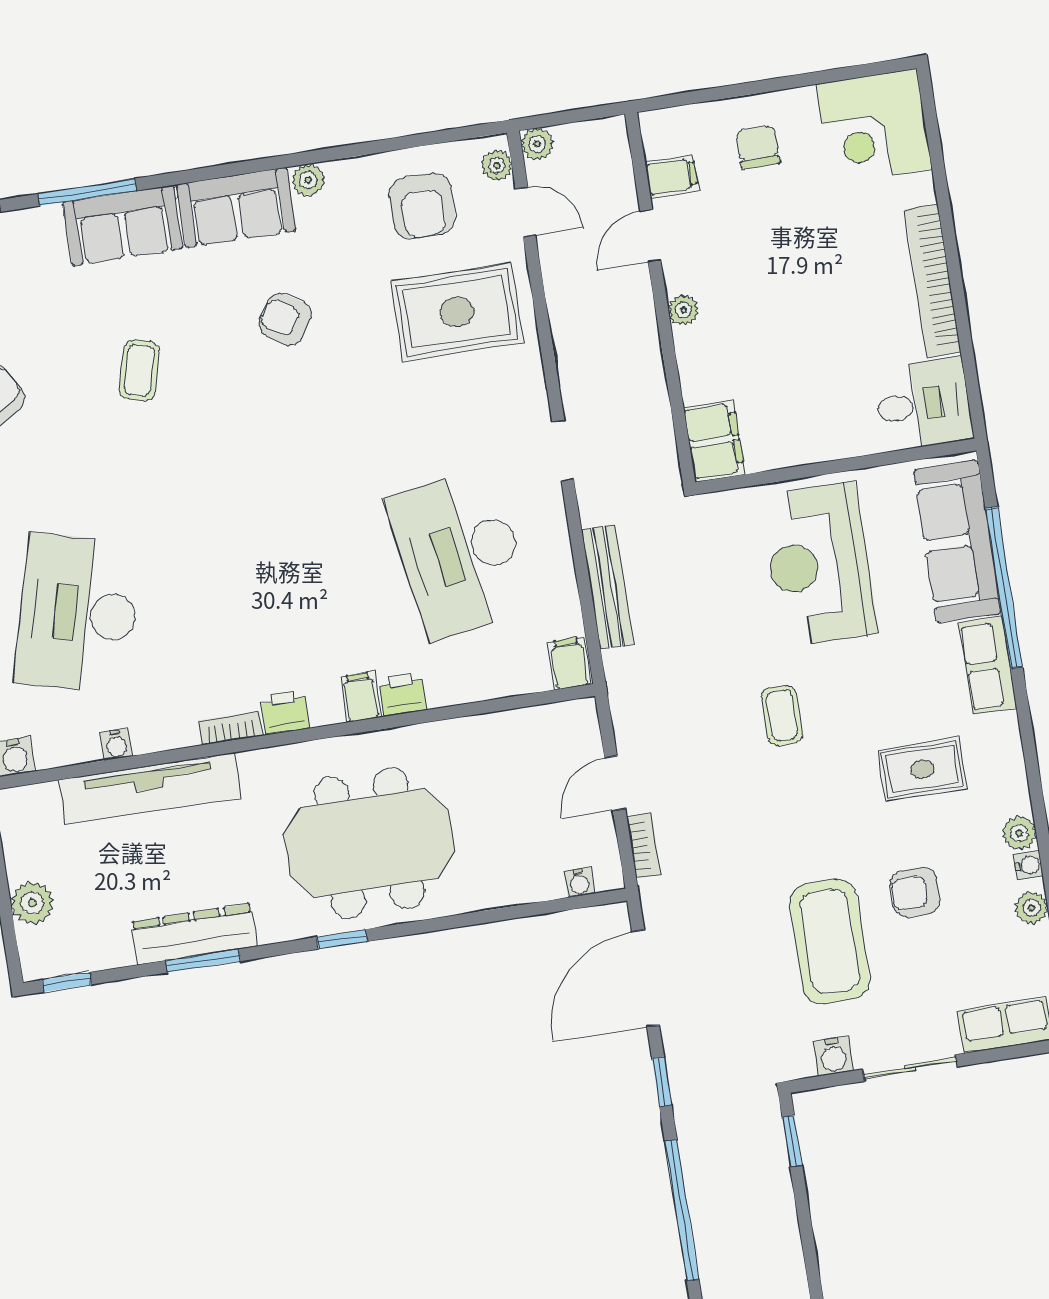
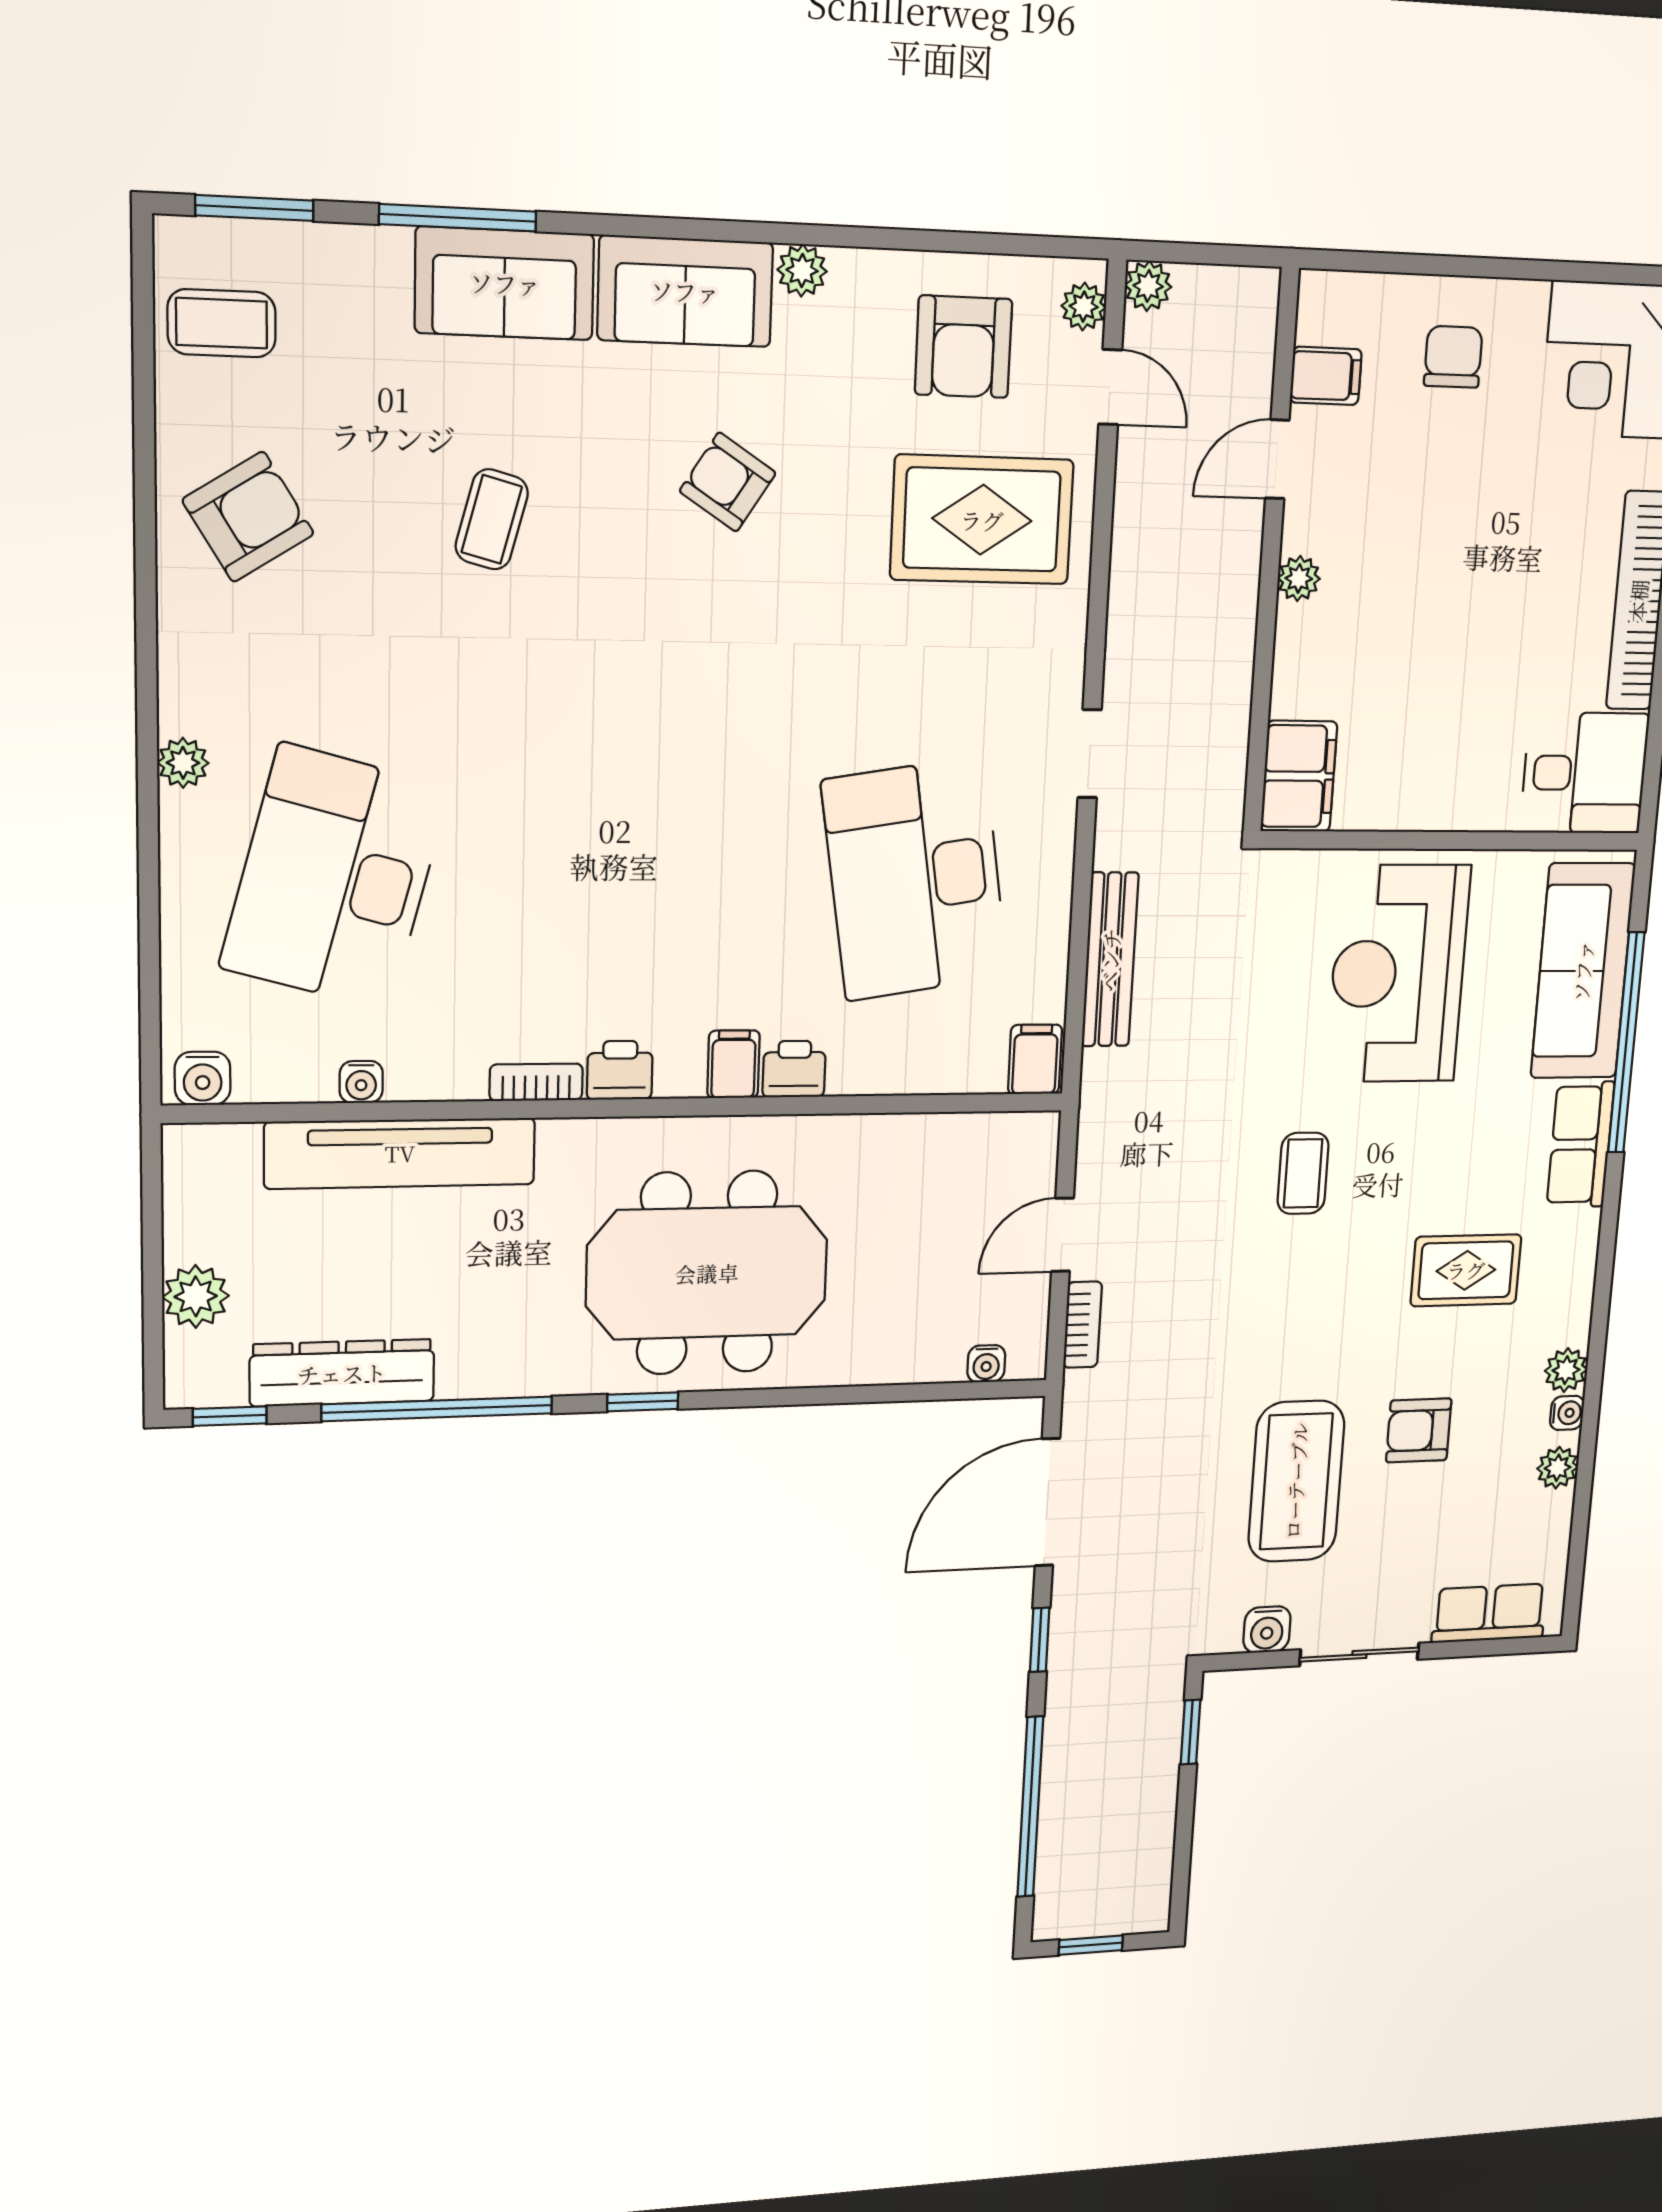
dresser: (194, 934) -> (342, 1373), moved
window: (203, 961) -> (437, 1409), width x2.11

